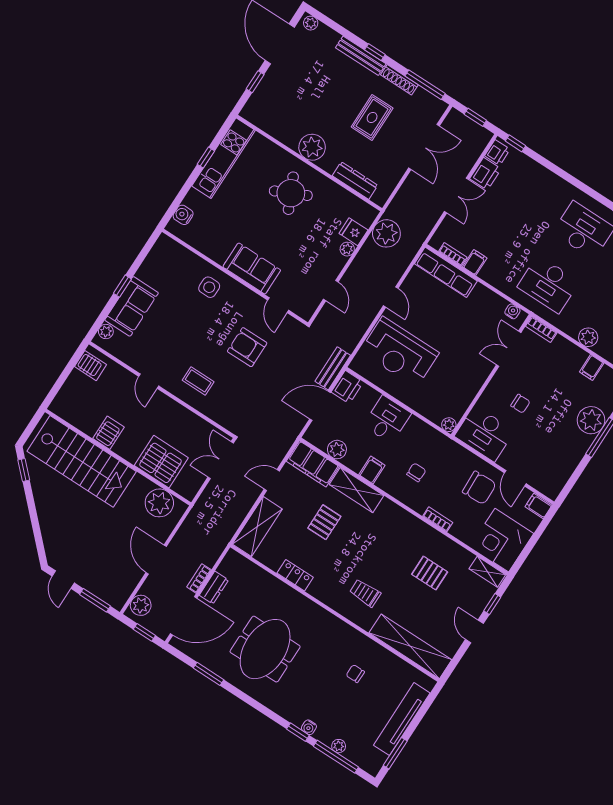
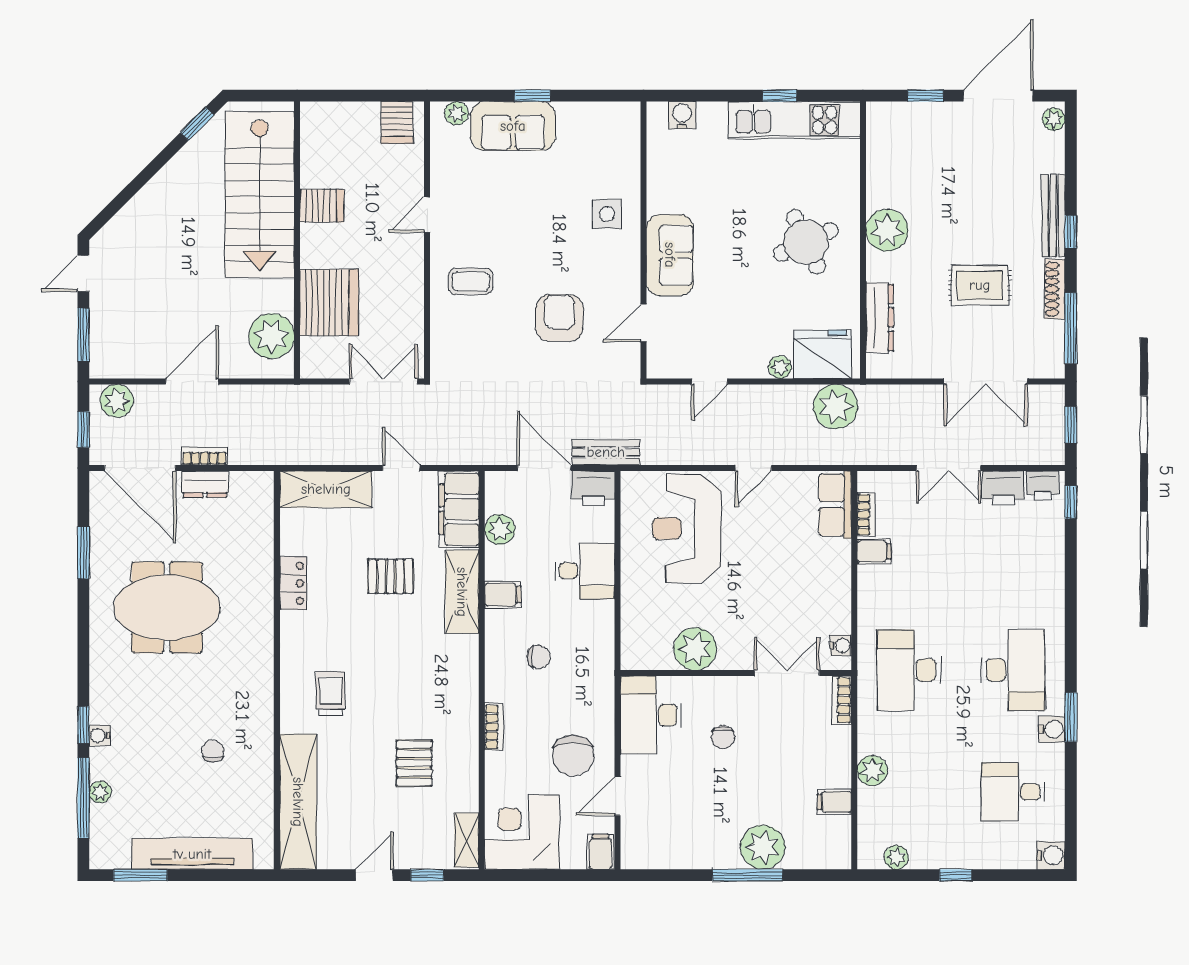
fridge: (353, 232) -> (822, 354), width x1.88, depth x1.34
row of seats: (446, 272) -> (835, 505), width x0.68
coffee table: (198, 381) -> (471, 281), turned 90
plant: (449, 425) -> (695, 649), moved, width x1.87, depth x1.87

